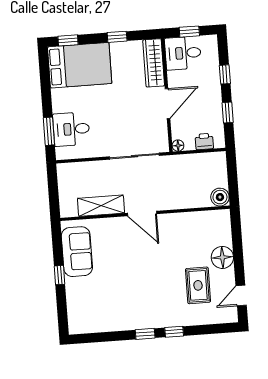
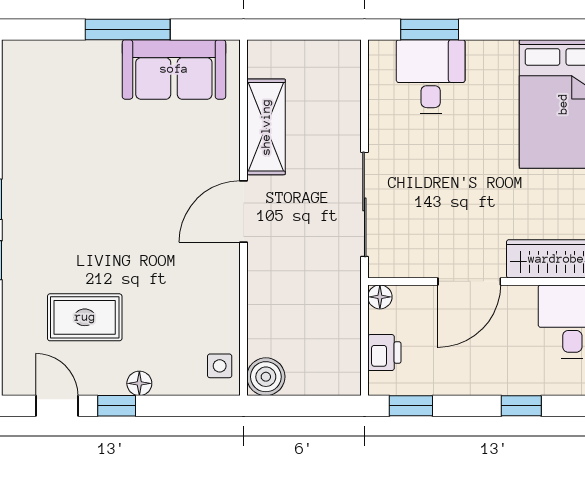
door: (167, 104) -> (469, 281), hinge flipped
window: (228, 112) -> (411, 406), moved
side table: (216, 219) -> (220, 366), added
floor lamp: (222, 257) -> (139, 383), width x0.53, depth x0.53
window: (239, 267) -> (117, 406), added
window: (59, 275) -> (128, 30), width x2.17

